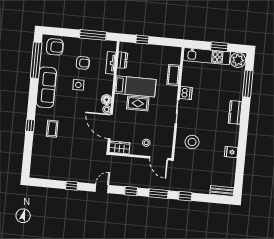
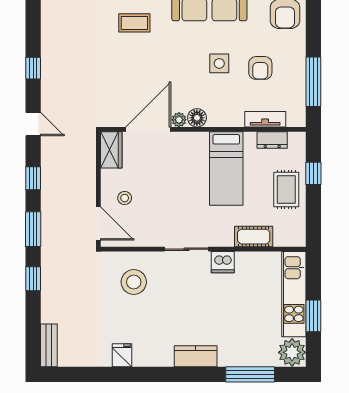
rug: (138, 103) -> (286, 189), moved
door: (159, 158) -> (98, 224), swing flipped

